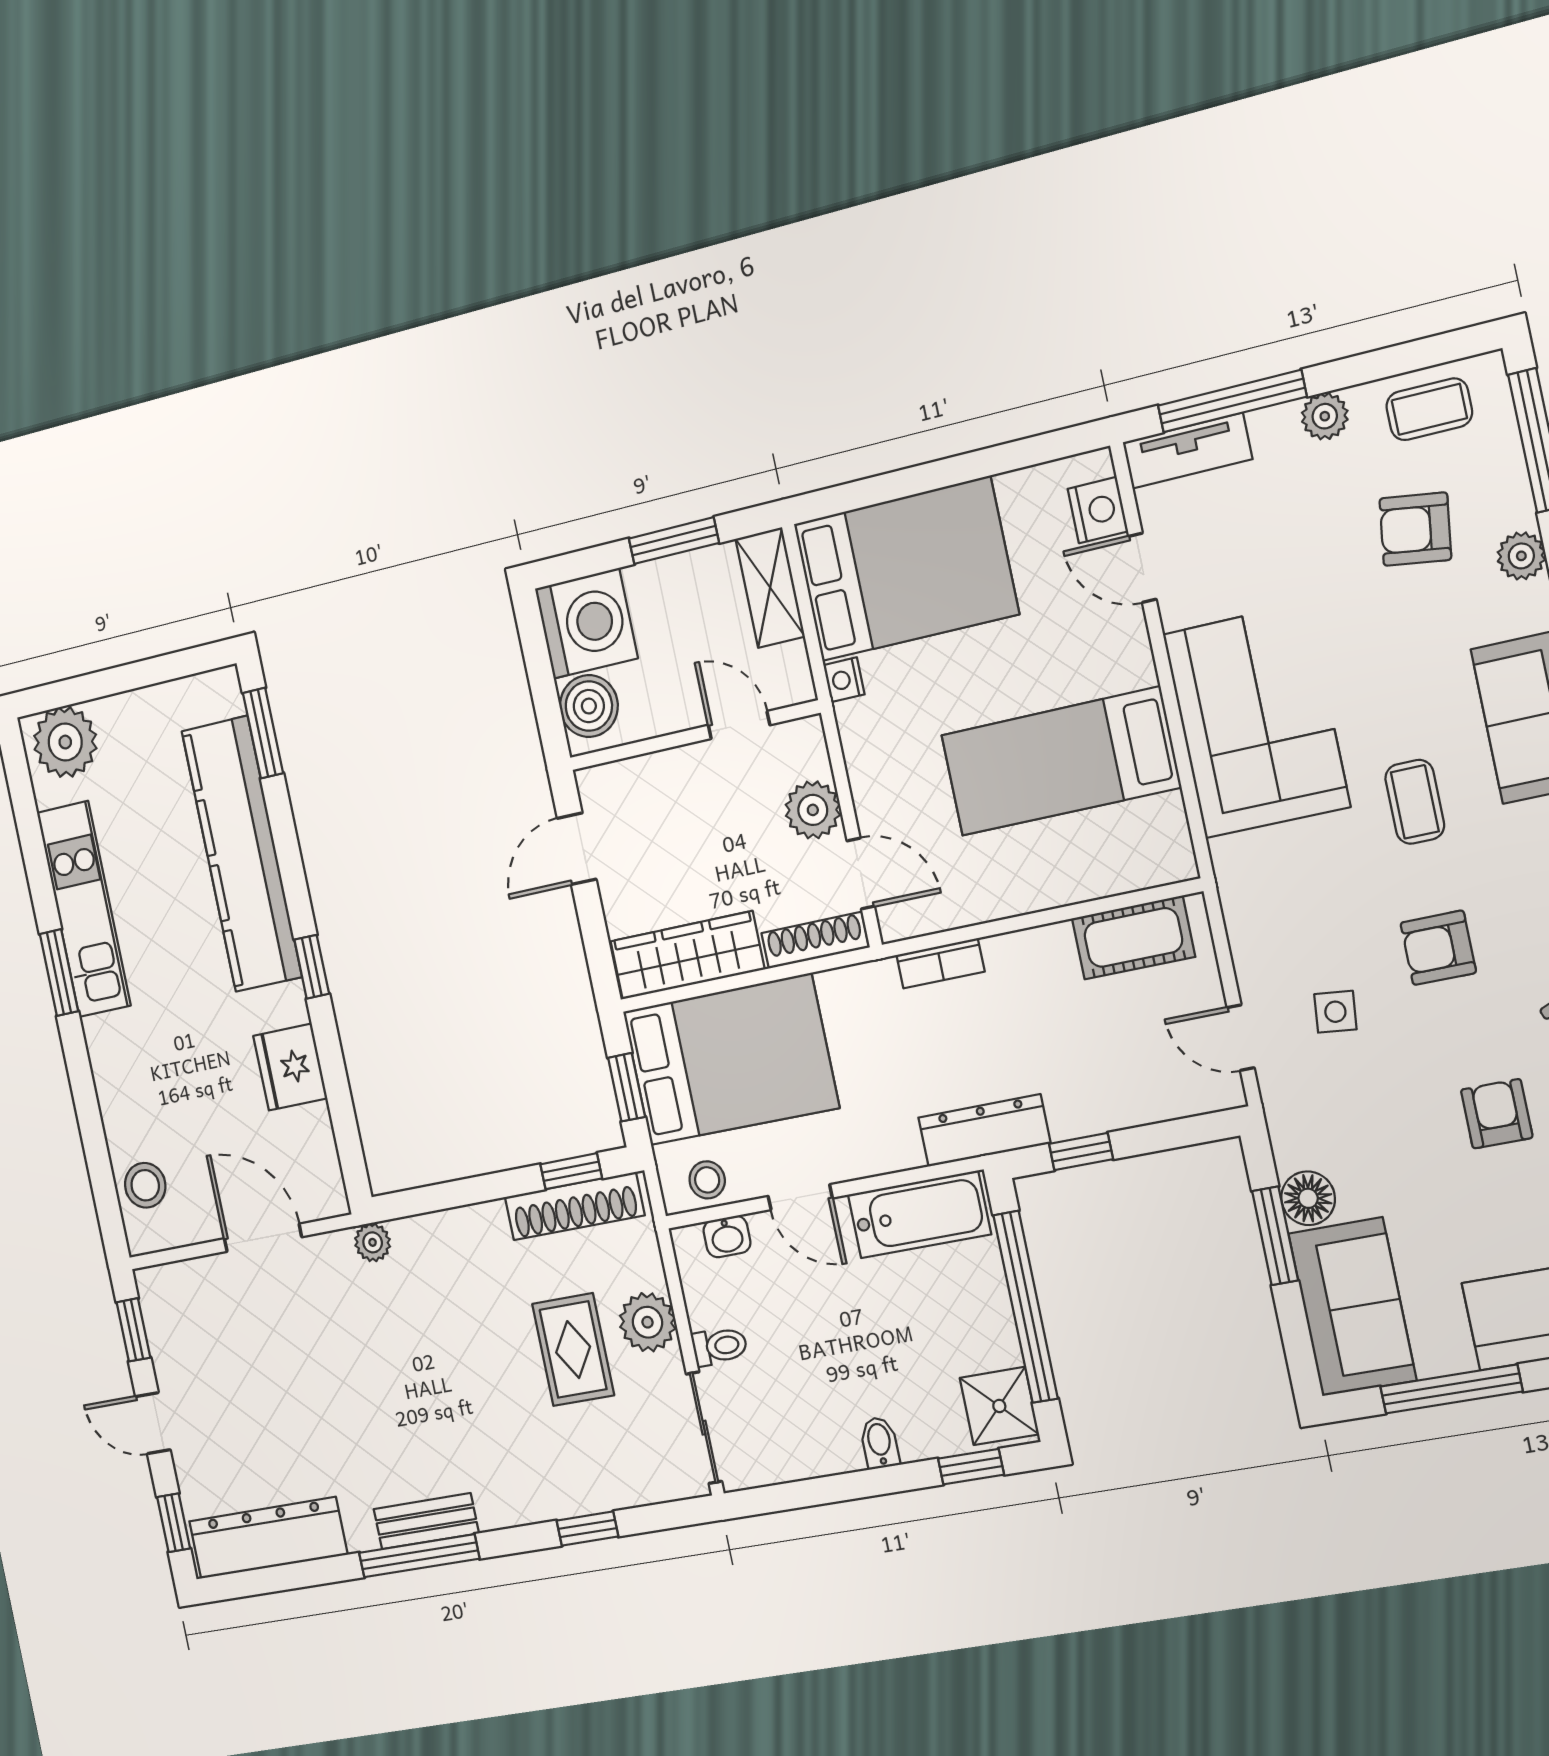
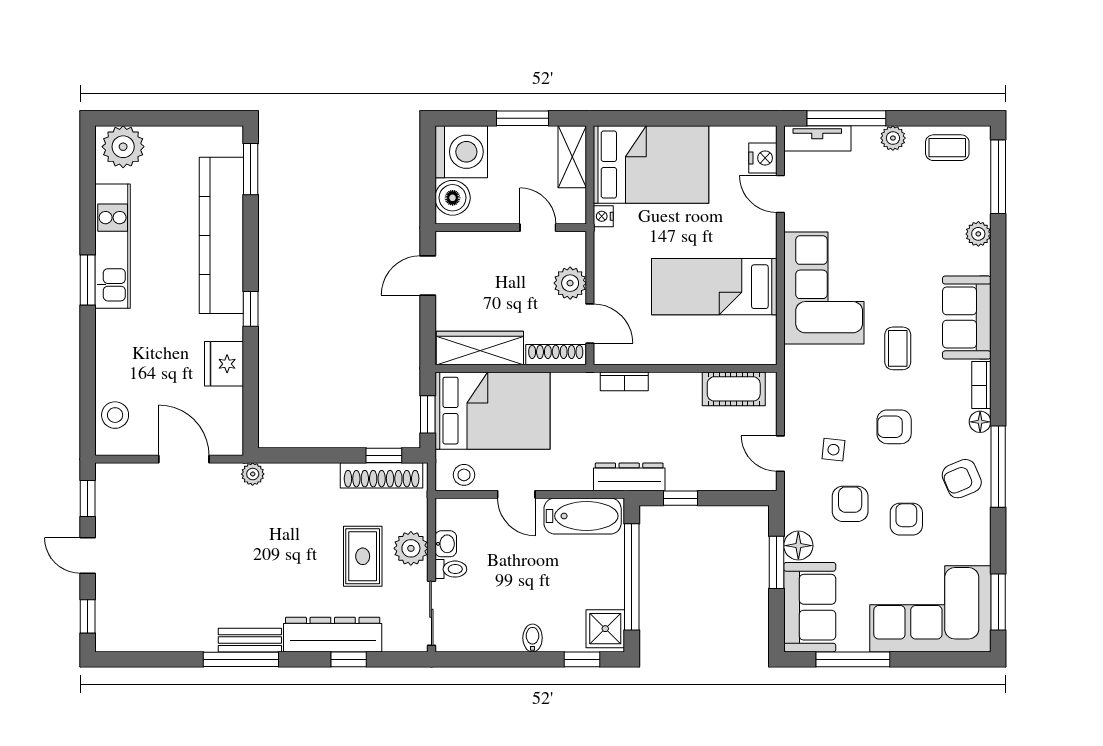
armchair: (1415, 529) -> (850, 504), moved, turned 82
washbasin: (727, 1237) -> (446, 544), moved, turned -90
dresser: (268, 1538) -> (333, 635), moved

